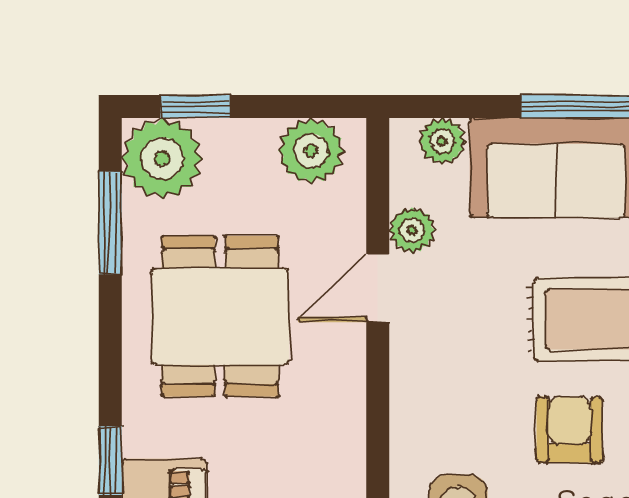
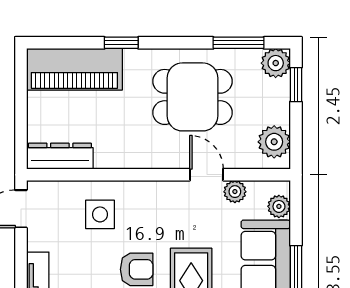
plant: (162, 158) -> (276, 63), width x0.73, depth x0.73

